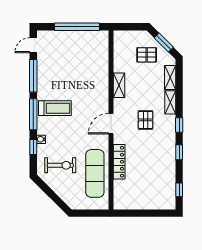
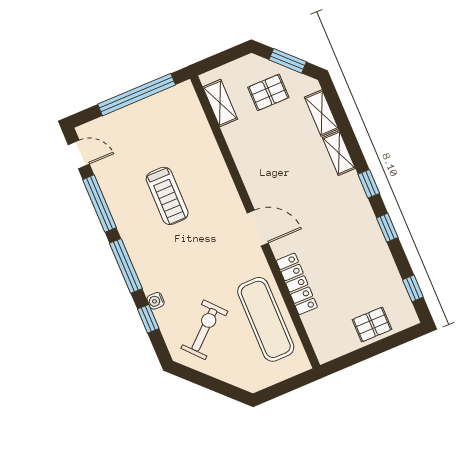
door: (33, 45) -> (79, 154), swing flipped
shelving: (119, 85) -> (220, 103), moved
treadmill: (55, 108) -> (167, 196), moved, turned 90
pallet: (145, 120) -> (372, 325), moved, turned 90
door: (111, 124) -> (258, 228), swing flipped
exercise bike: (60, 165) -> (204, 330), turned -42

